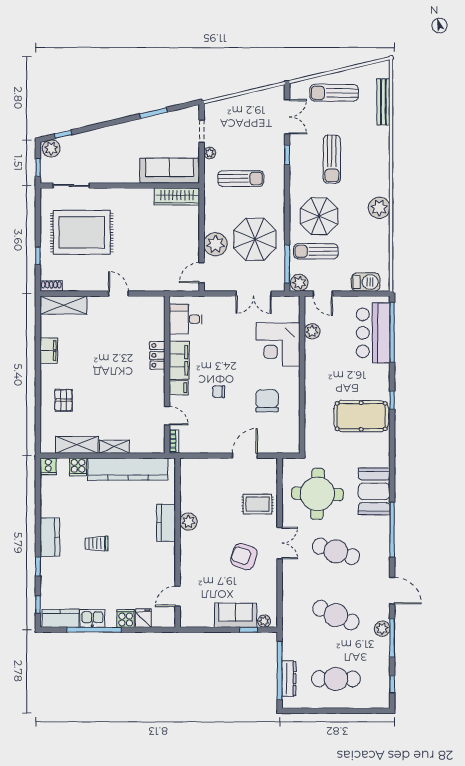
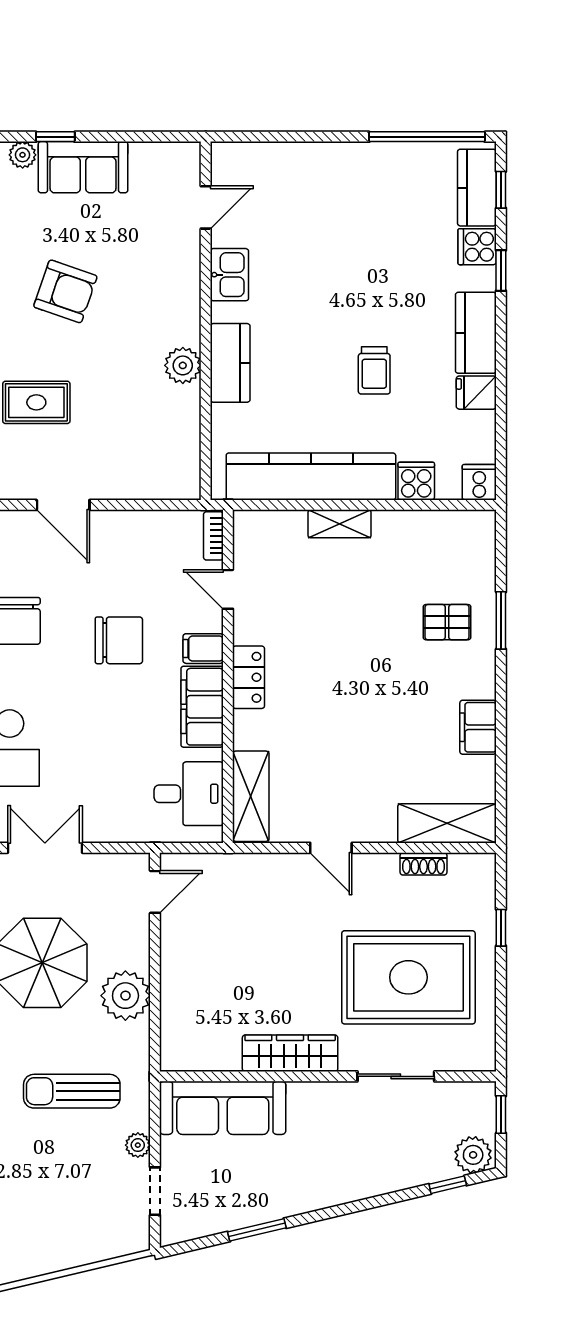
sliding door: (71, 186) -> (396, 1076), moved
wardrobe: (177, 196) -> (290, 1053), moved
plant: (215, 244) -> (125, 996), moved
shoe rack: (51, 286) -> (424, 864), moved
locker: (157, 355) -> (249, 677), moved
chair: (219, 392) -> (119, 640), width x1.87, depth x1.87
pallet: (63, 400) -> (447, 622), turned 90
window: (38, 401) -> (501, 620), added
shelving: (77, 445) -> (251, 796), moved, turned 90
door: (245, 456) -> (63, 505), hinge flipped
trolley: (96, 544) -> (374, 370), moved, turned 90
kitchen counter: (61, 618) -> (477, 188), moved, turned 90
kitchen sink: (92, 618) -> (229, 275), moved, turned -90
cooker: (126, 618) -> (477, 247), moved, turned 90
fridge: (143, 618) -> (476, 393), moved, turned 90
window: (94, 630) -> (427, 137), moved

